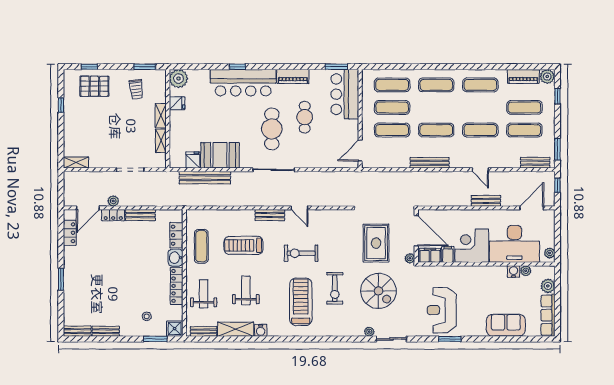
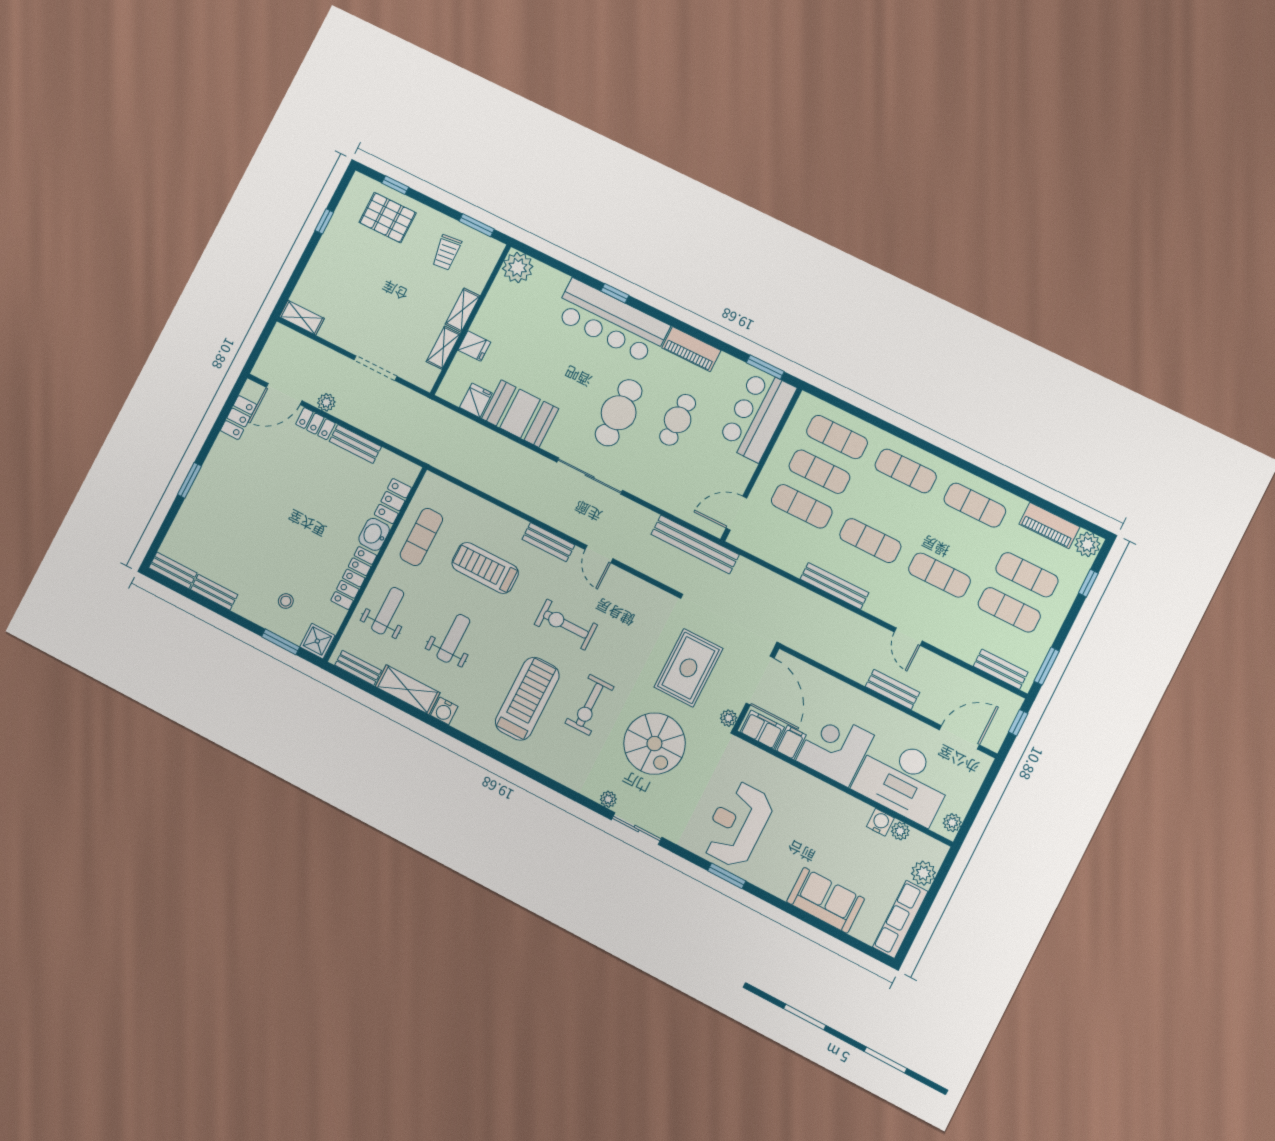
fridge: (177, 103) -> (474, 346), moved
bench: (205, 178) -> (695, 544), moved

